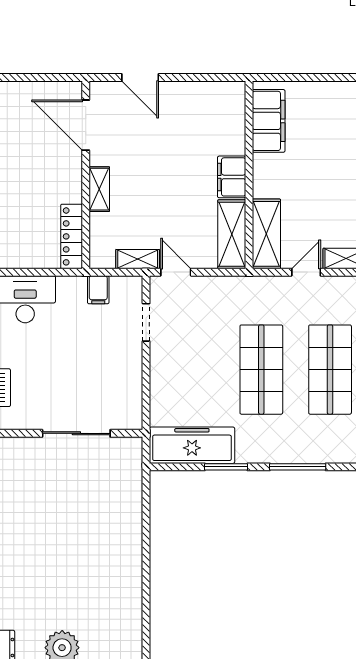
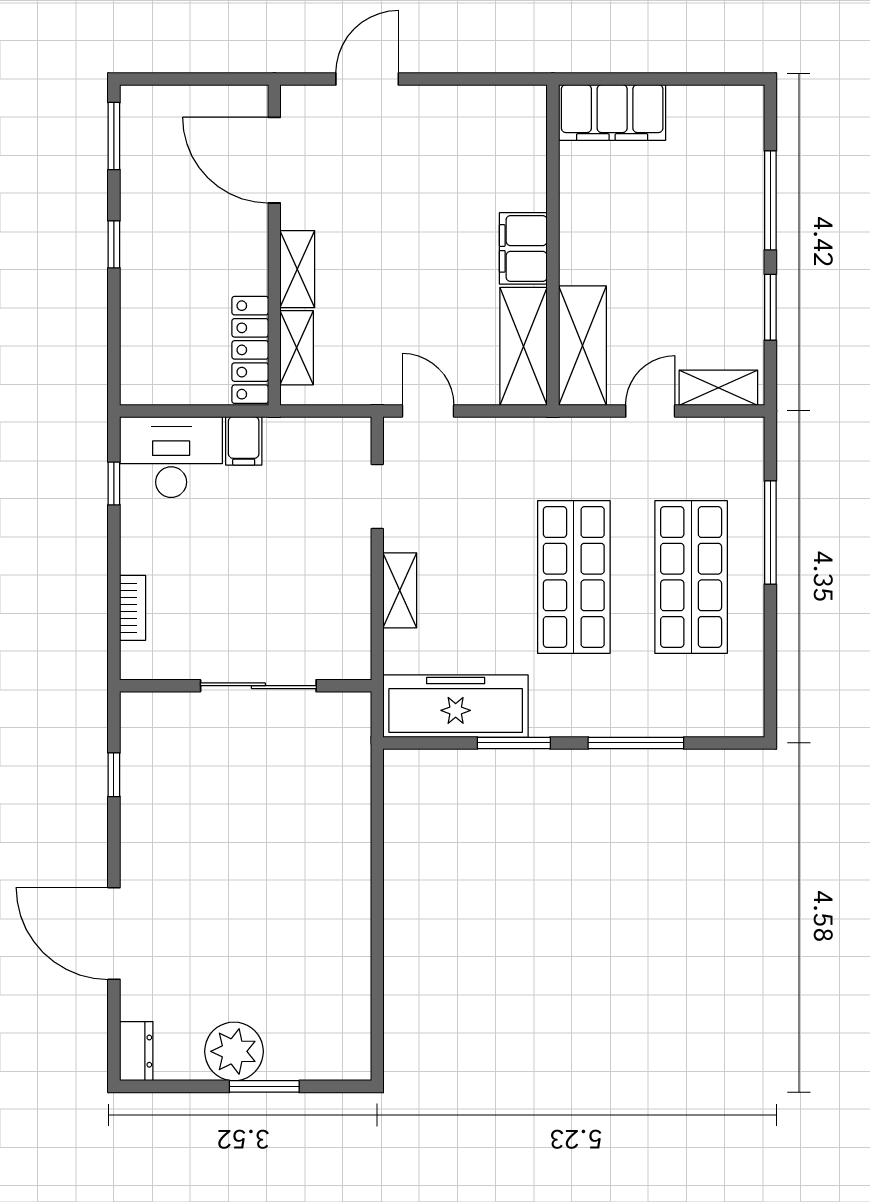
door: (140, 78) -> (367, 79), swing flipped
filing cabinet: (269, 121) -> (612, 113), moved, turned 90
shelving: (138, 259) -> (297, 348), moved, turned 90
filing cabinet: (98, 290) -> (244, 441), moved
shelving: (159, 377) -> (400, 590), added

